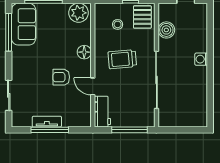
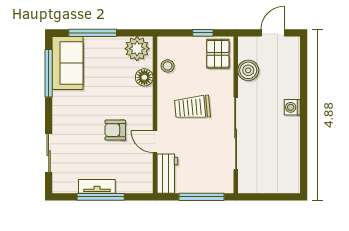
stool: (118, 24) -> (168, 66), moved
floor lamp: (84, 52) -> (144, 77), moved

